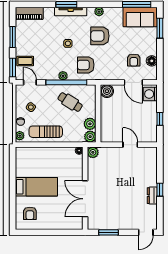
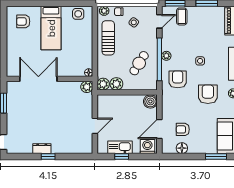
kitchen sink: (151, 120) -> (120, 147), added
side table: (23, 161) -> (78, 14), added

